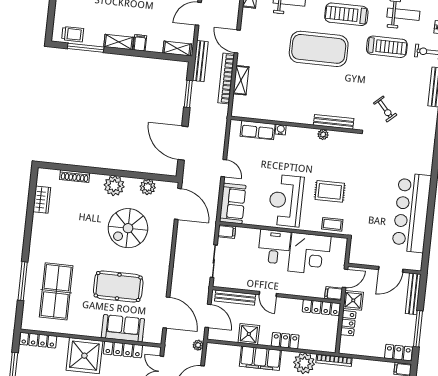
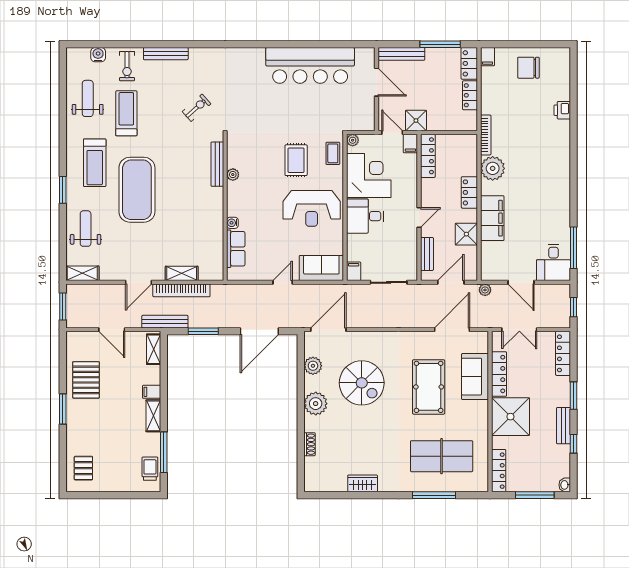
shoe rack: (75, 176) -> (310, 444), width x0.70
wardrobe: (42, 200) -> (363, 483), moved
plant: (342, 243) -> (353, 140), added
bench: (235, 298) -> (427, 254), width x0.73
locker: (348, 323) -> (470, 95), moved, turned -90

